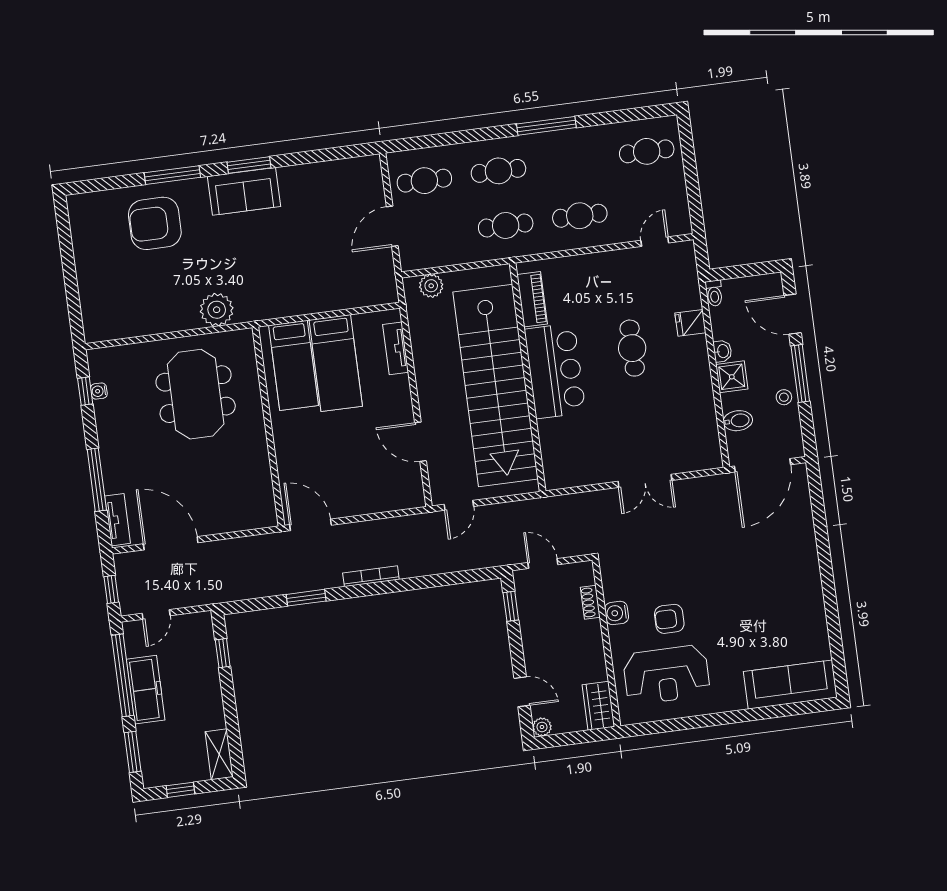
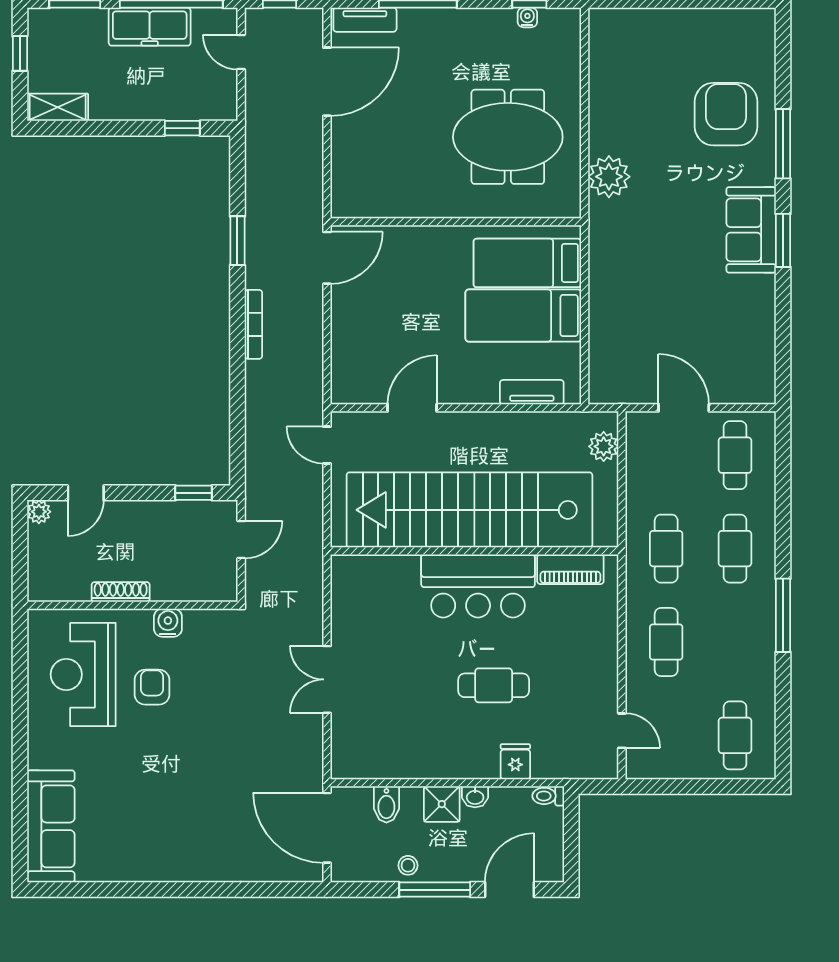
shoe rack: (590, 602) -> (121, 592), moved, width x1.43
wardrobe: (598, 706) -> (56, 585), removed

